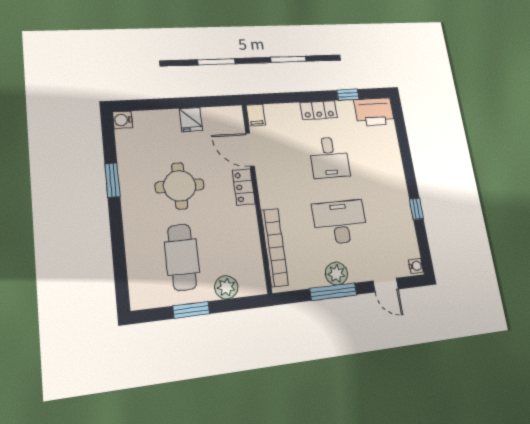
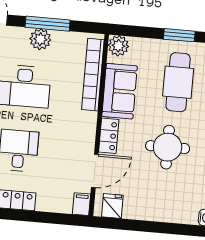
fridge: (191, 120) -> (112, 206), moved
door: (250, 150) -> (95, 171), hinge flipped
sofa: (243, 235) -> (120, 91), added
plant: (226, 287) -> (118, 46), moved

